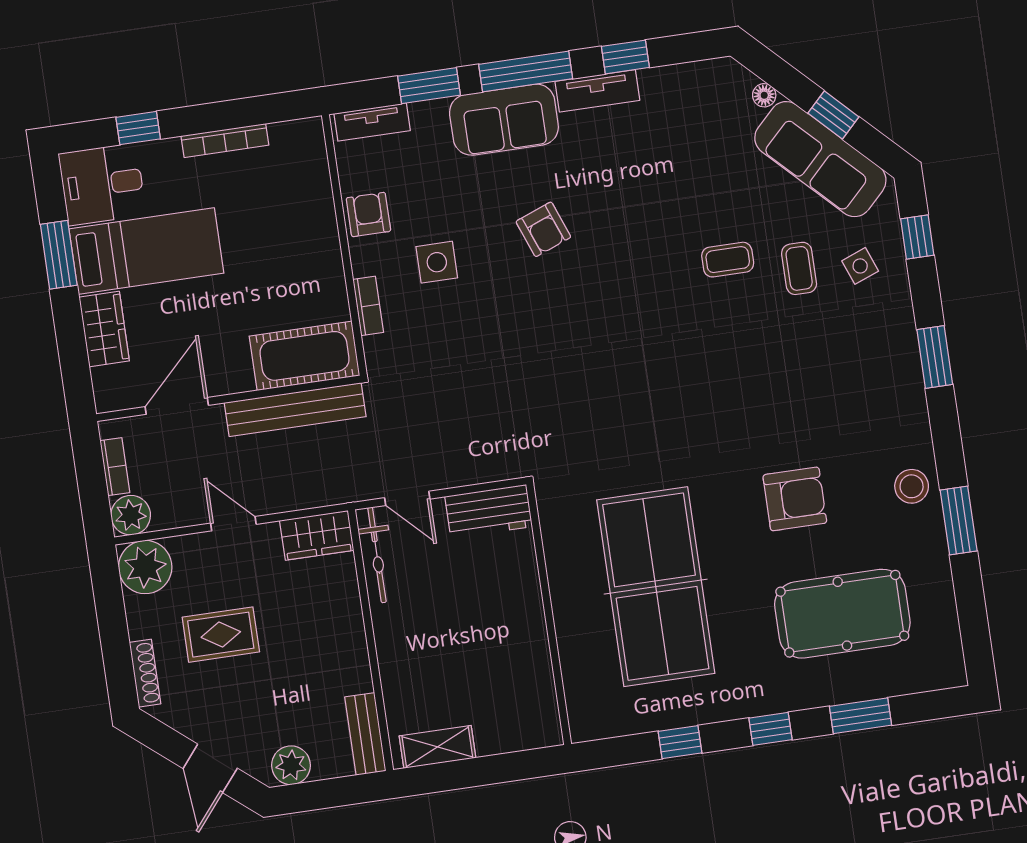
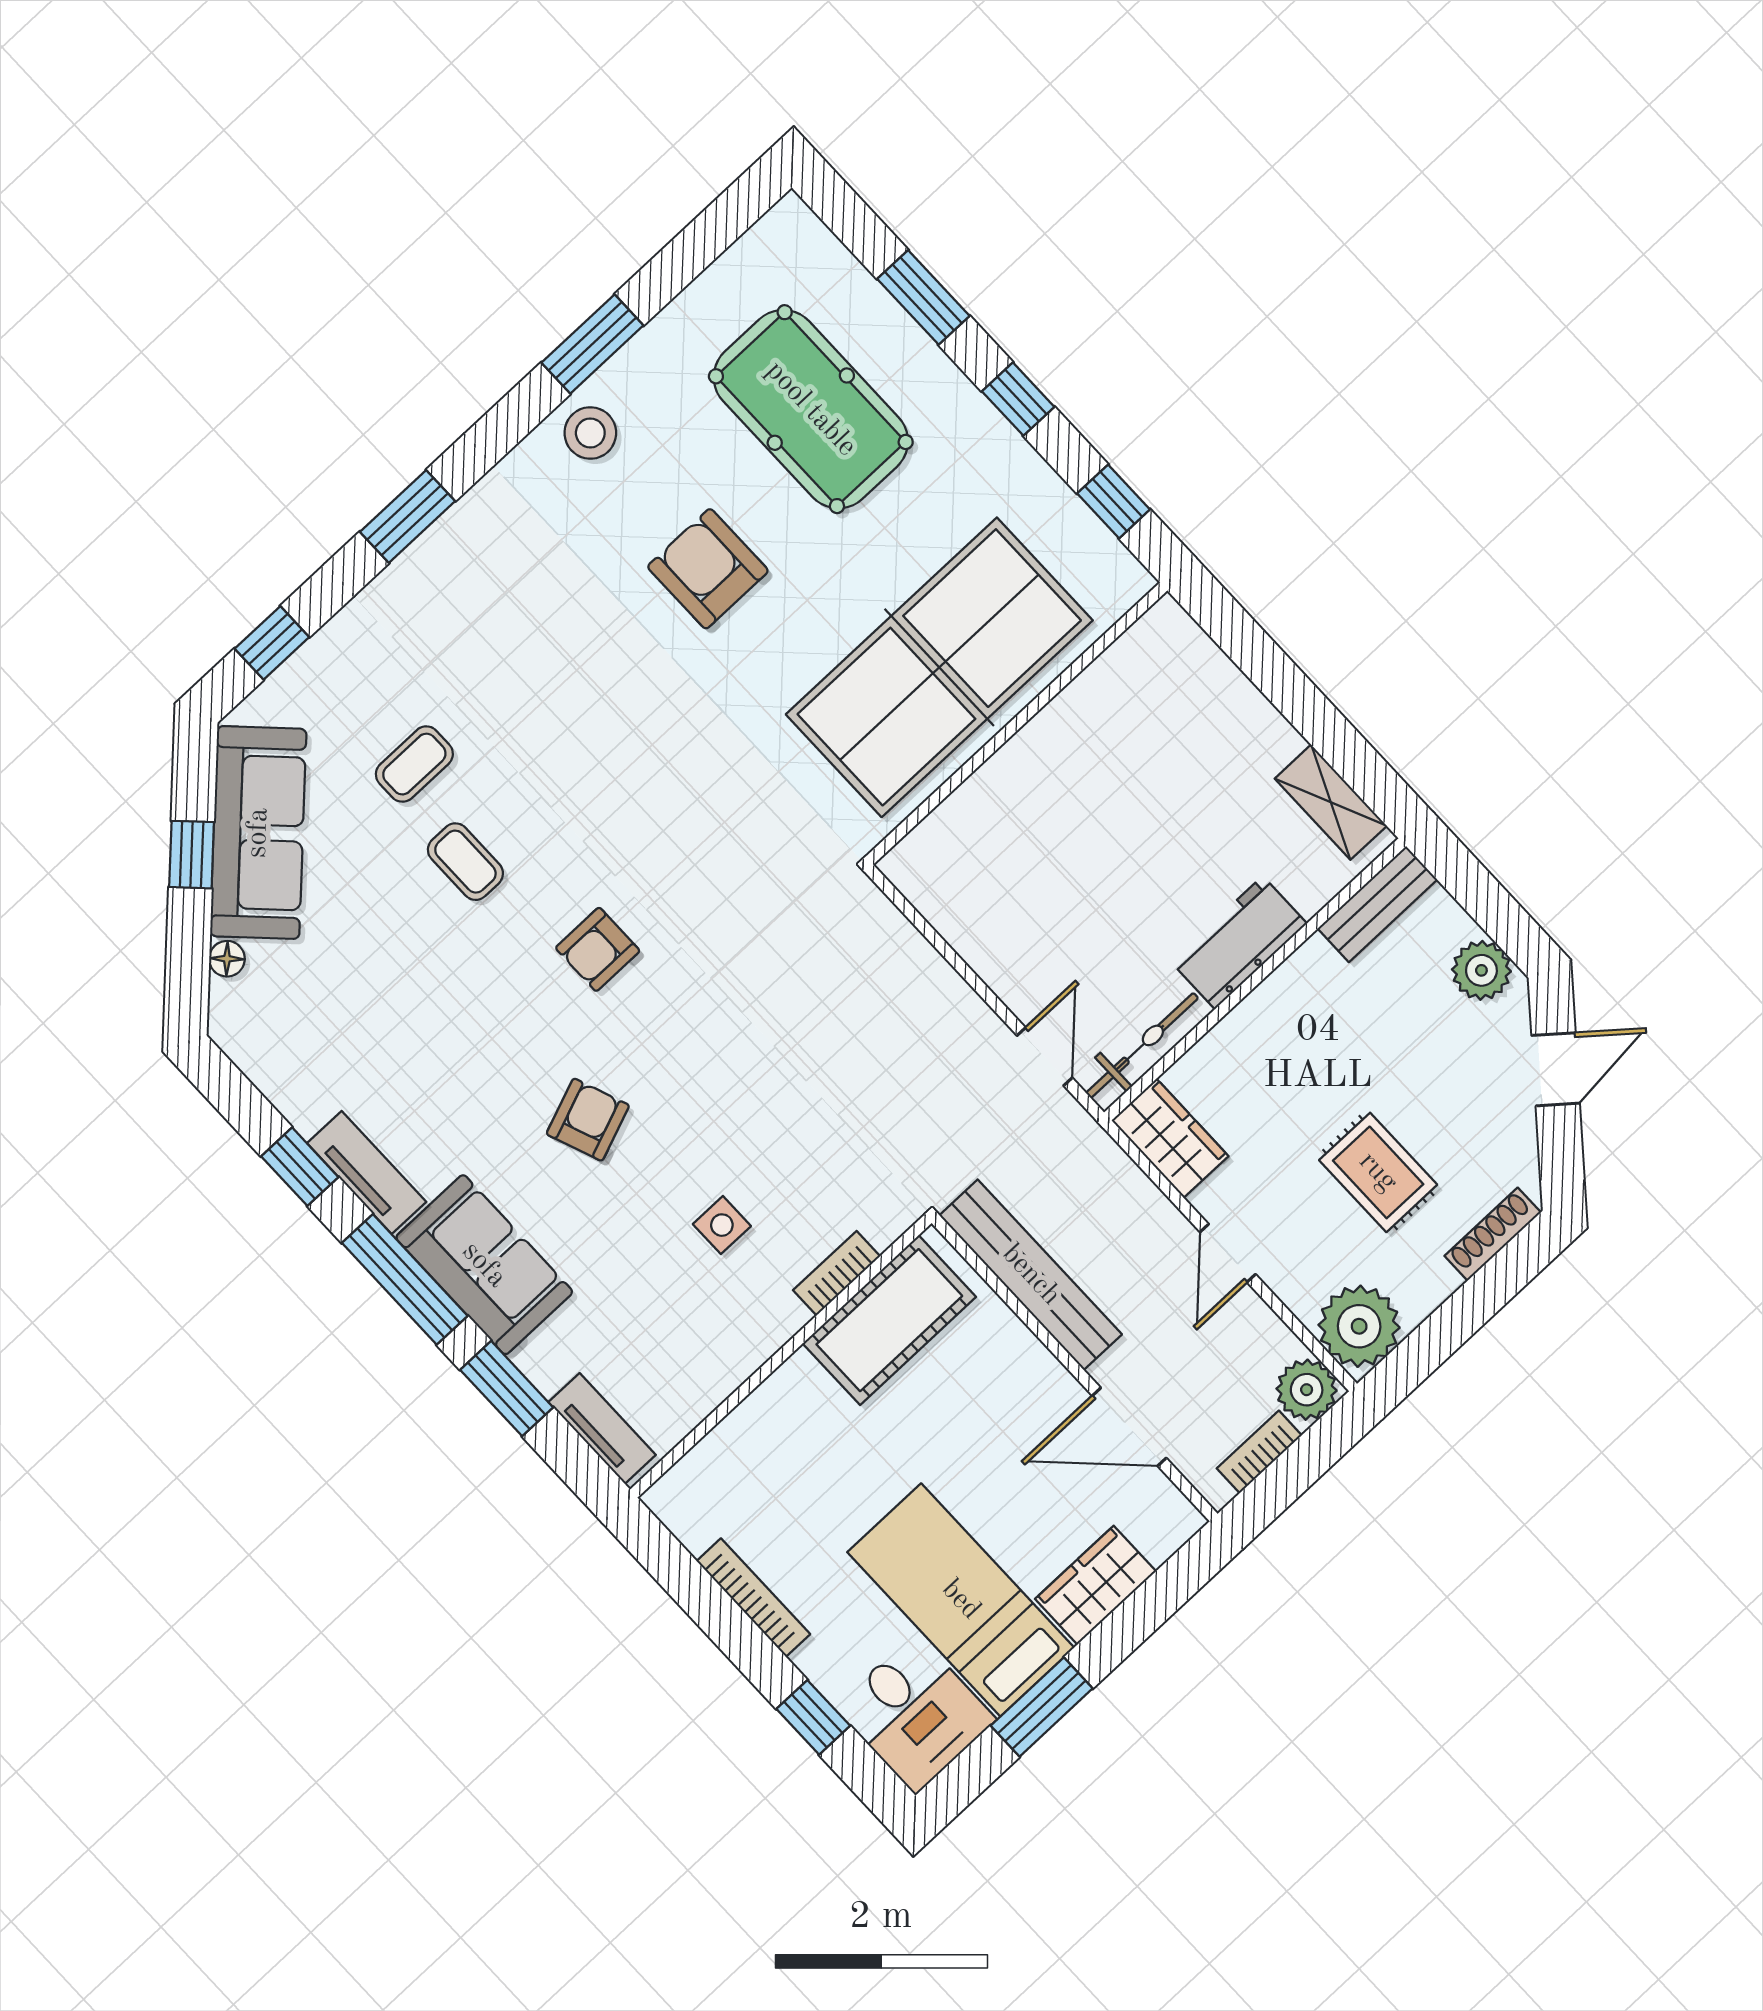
armchair: (368, 215) -> (598, 949), moved
side table: (437, 262) -> (722, 1225), width x0.73, depth x0.73
side table: (860, 266) -> (358, 689), removed
cot: (305, 356) -> (889, 1320), moved, turned 90
workbench: (489, 512) -> (1239, 943), moved, turned -90
wall: (549, 614) -> (1017, 724), moved

